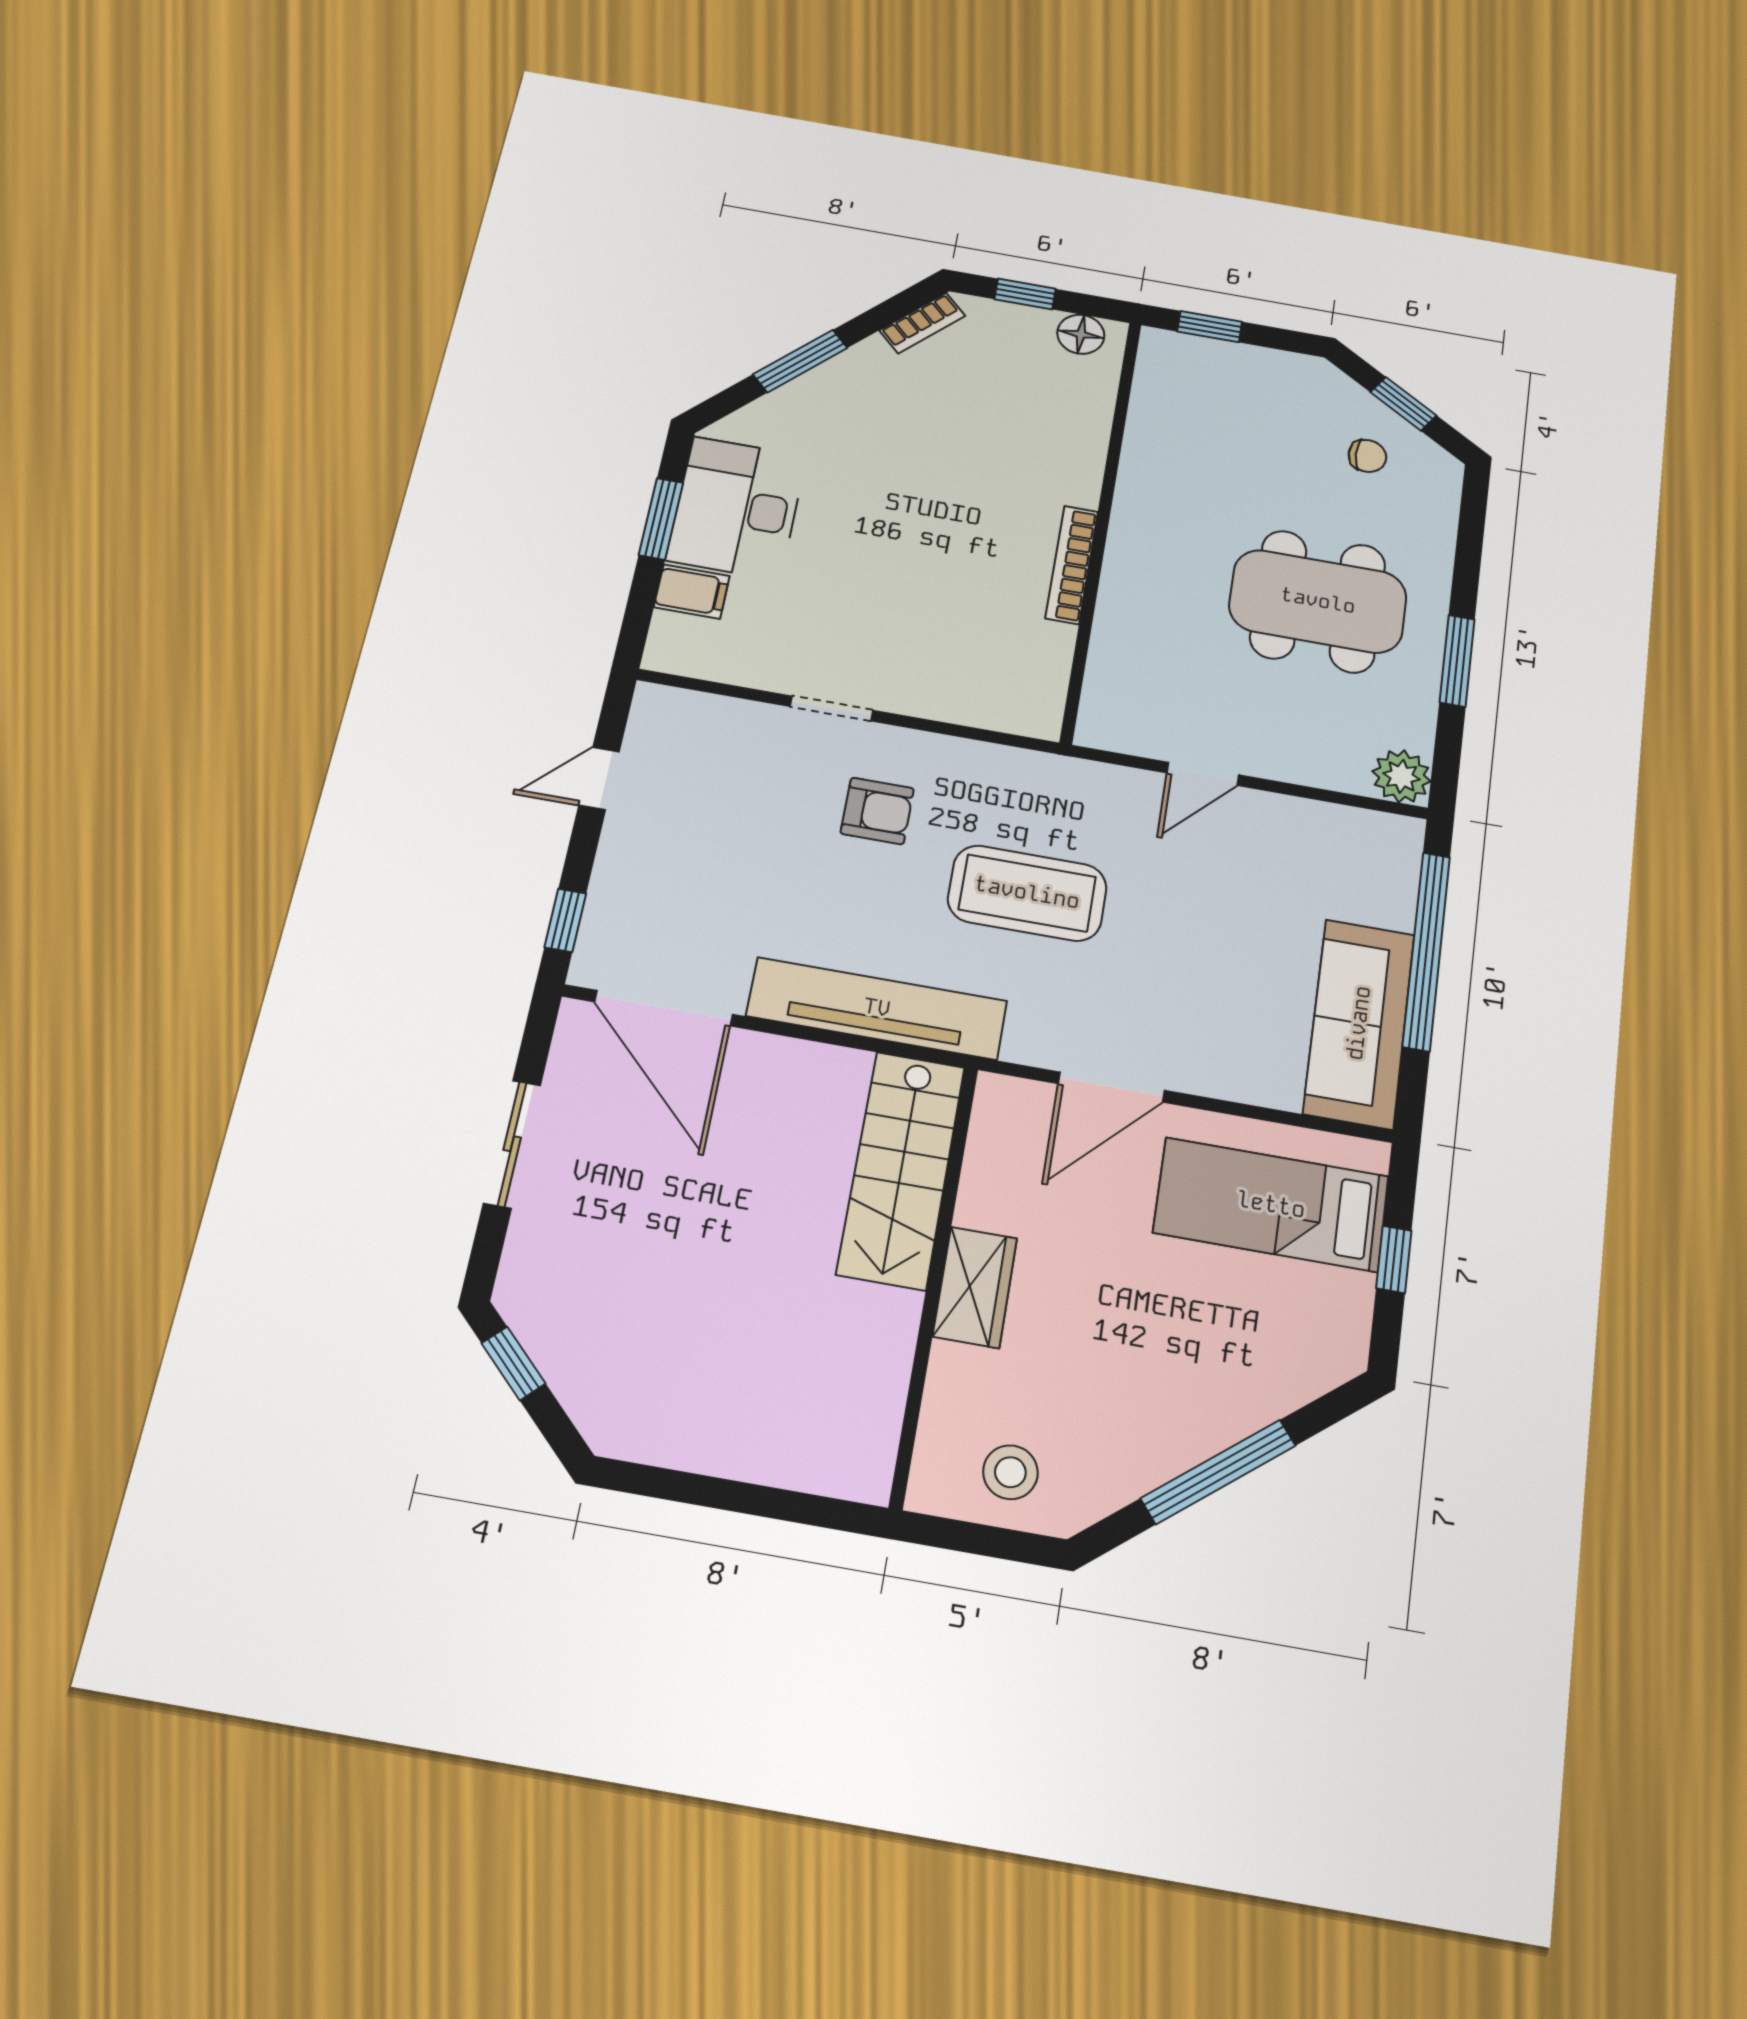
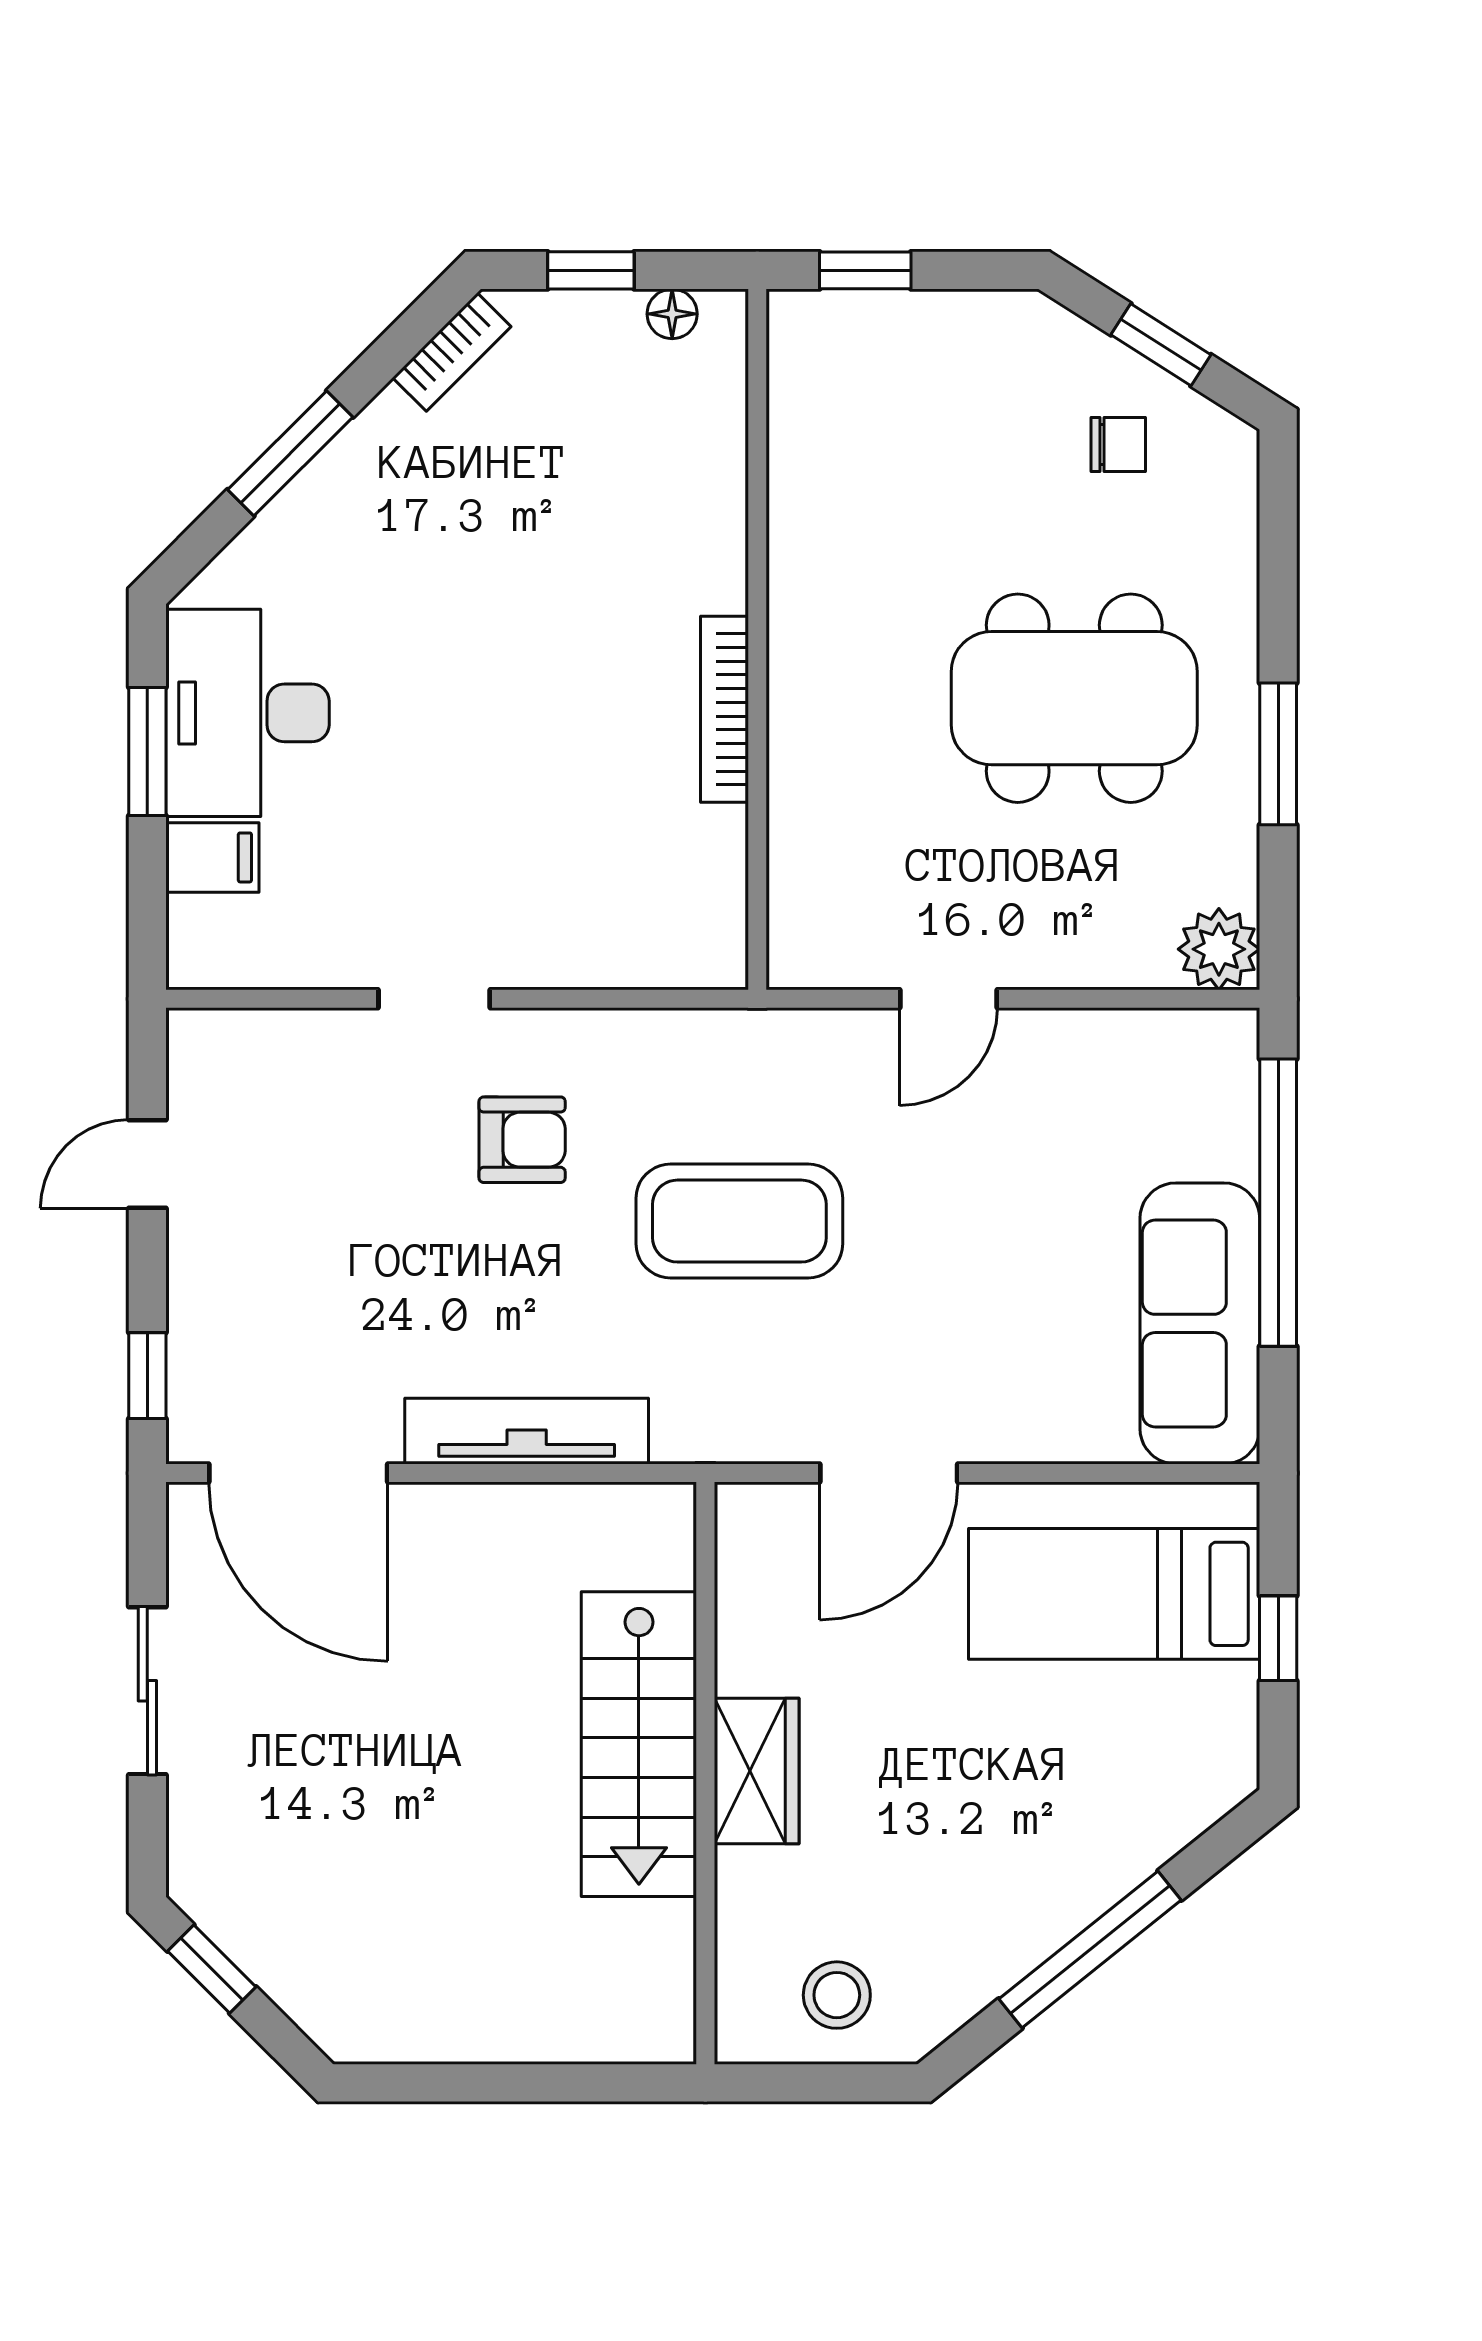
floor lamp: (1081, 334) -> (672, 314), width x0.73, depth x0.73
tv unit: (877, 1008) -> (527, 1431), width x0.73, depth x0.78
stairs: (901, 1170) -> (639, 1744), moved

